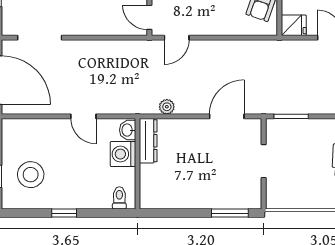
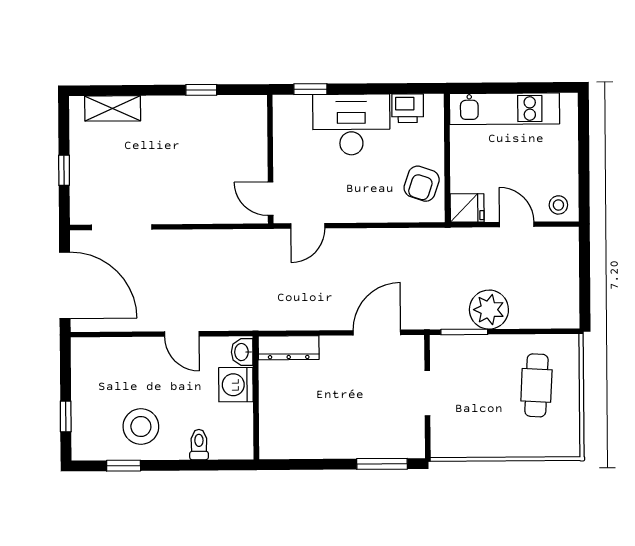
plant: (167, 107) -> (489, 310), moved, width x1.88, depth x1.88
dresser: (148, 141) -> (289, 348), moved, turned 90
stool: (31, 175) -> (141, 426), moved
toilet: (119, 198) -> (199, 445), moved
window: (64, 213) -> (124, 466), moved

